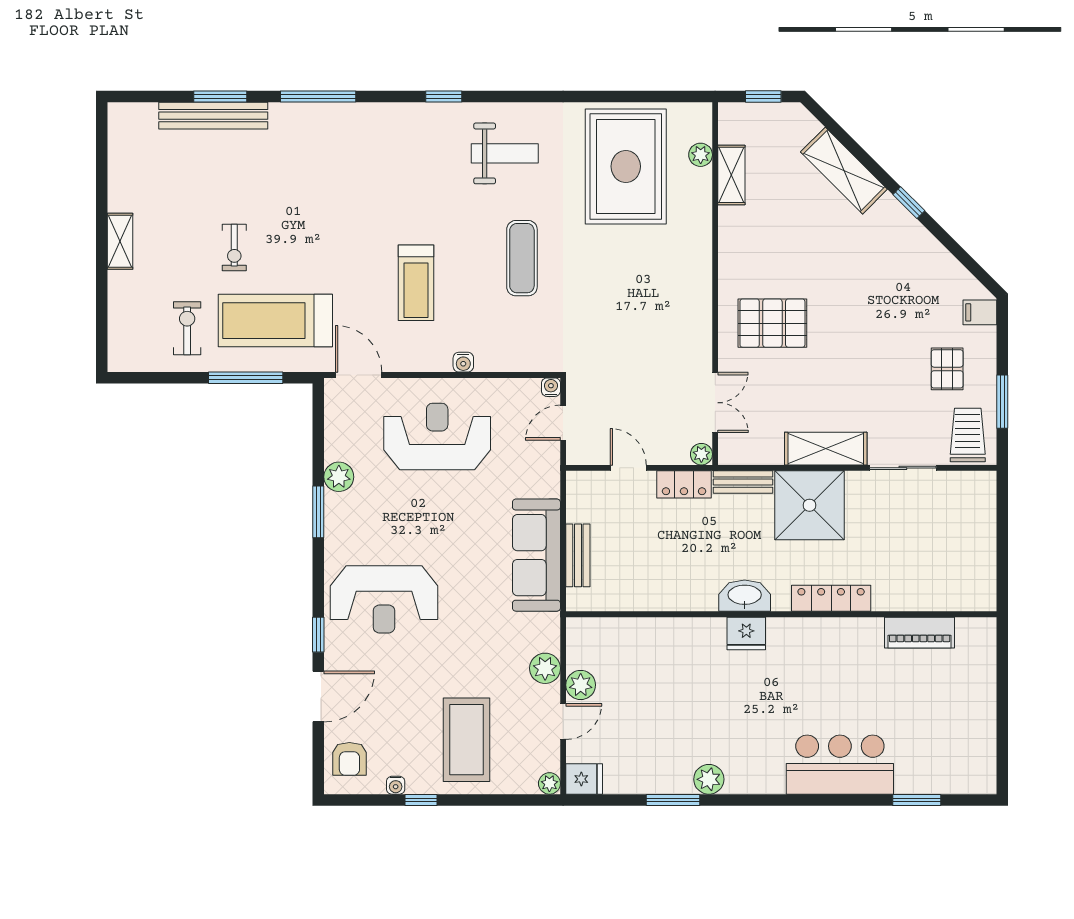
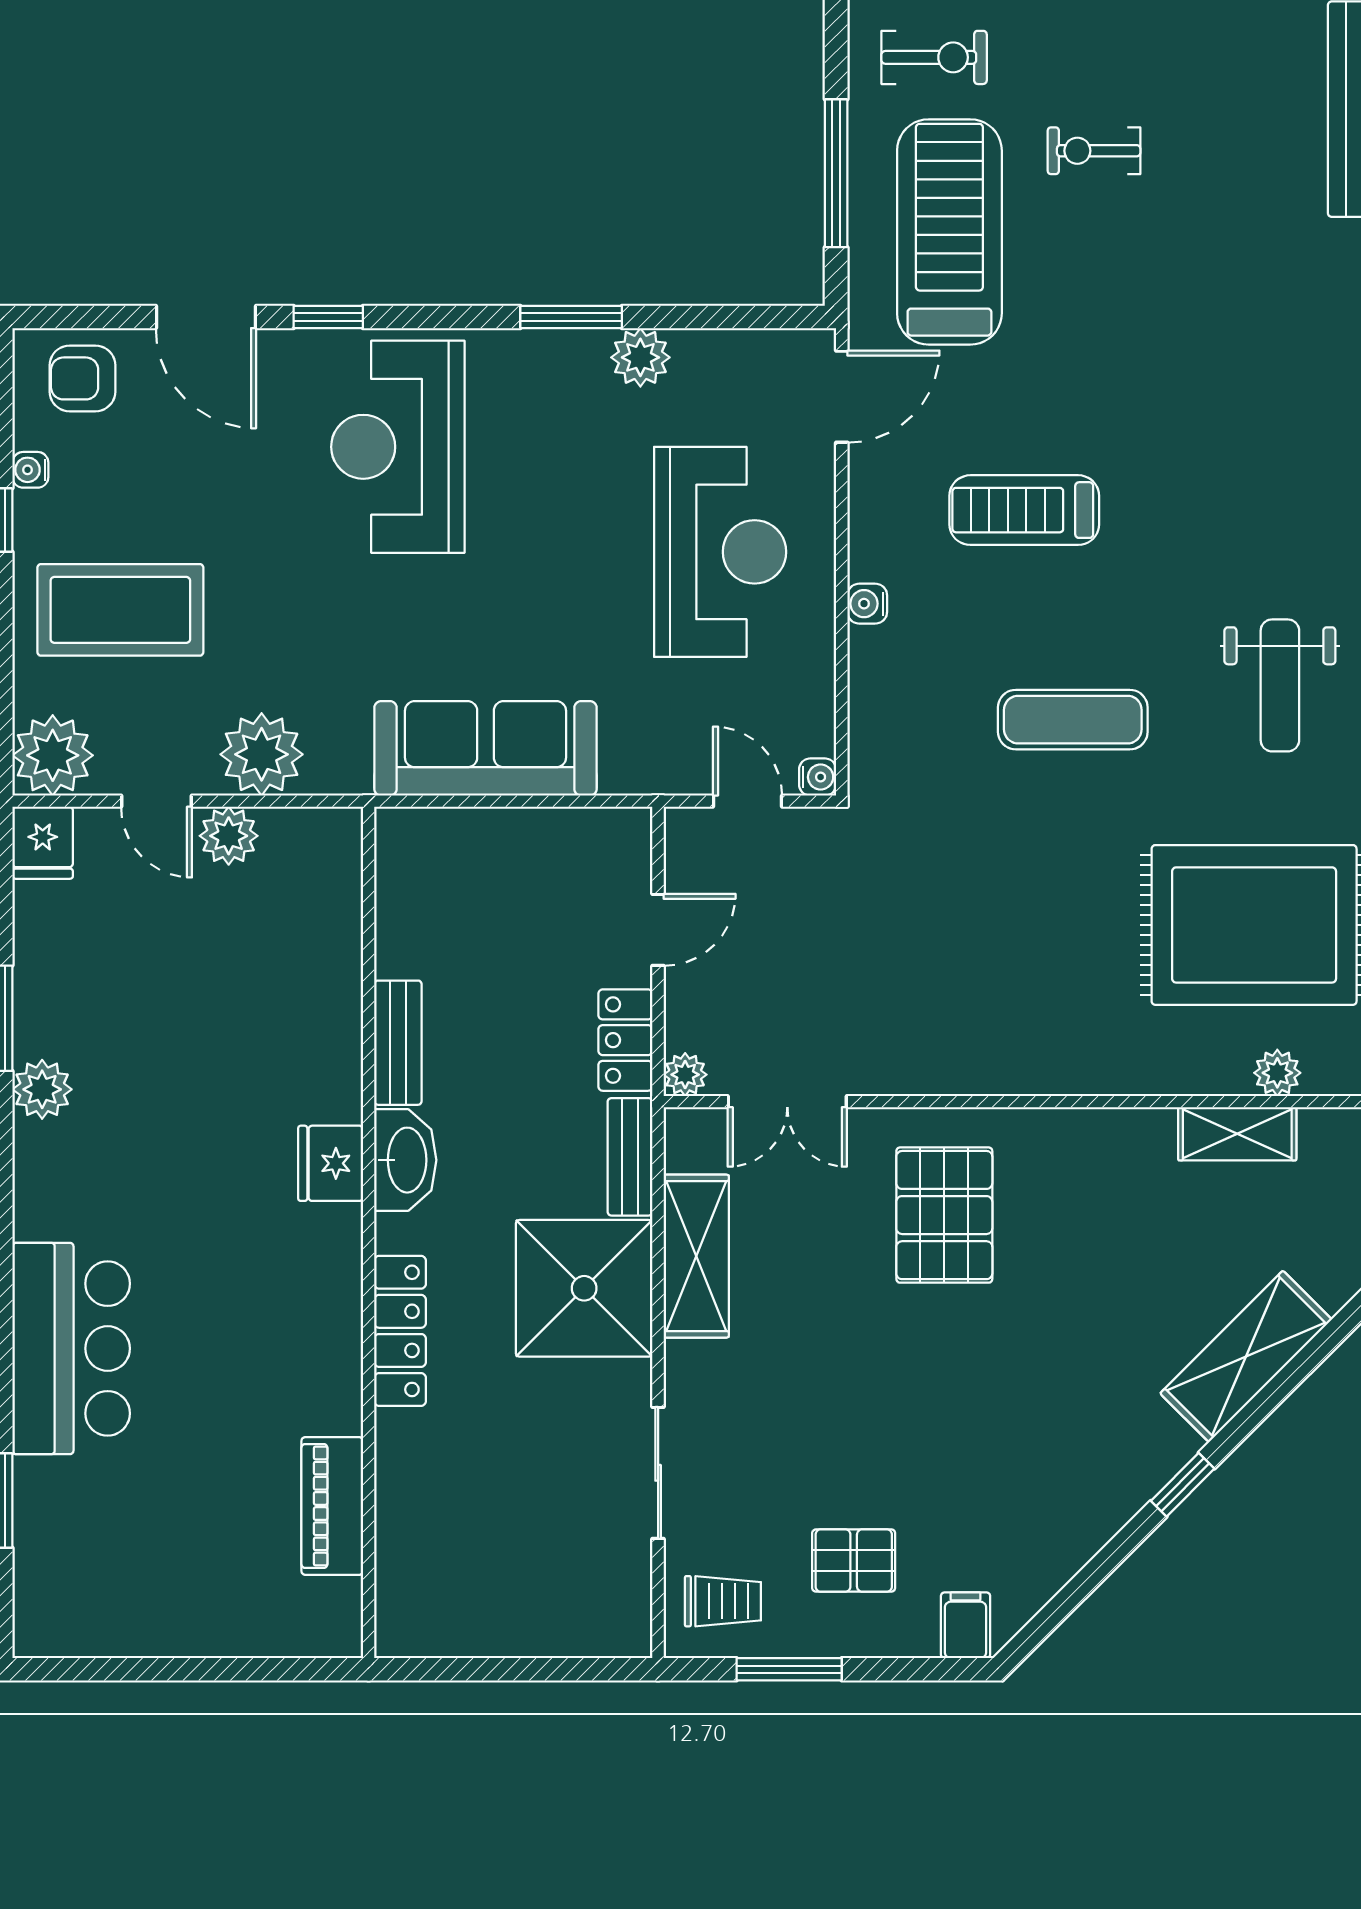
trolley: (968, 435) -> (723, 1601), width x0.73, depth x0.72
shelving: (826, 449) -> (696, 1256), moved
bench: (578, 555) -> (398, 1043), moved, turned 90
plant: (545, 668) -> (262, 754), width x1.36, depth x1.36
plant: (549, 783) -> (53, 755), width x1.87, depth x1.87

